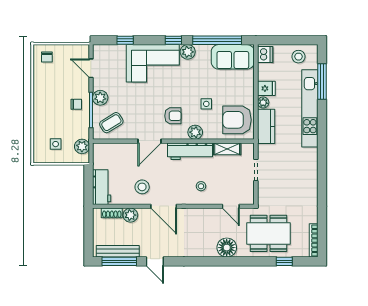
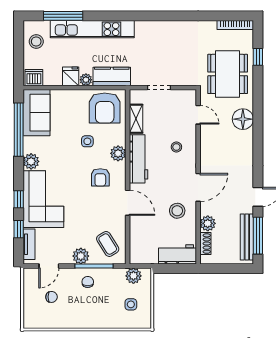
window: (173, 40) -> (19, 199), moved
tv unit: (111, 50) -> (29, 244), added
chair: (47, 57) -> (51, 297), moved
armchair: (173, 116) -> (100, 177), turned 180
door: (231, 206) -> (198, 115), hinge flipped

